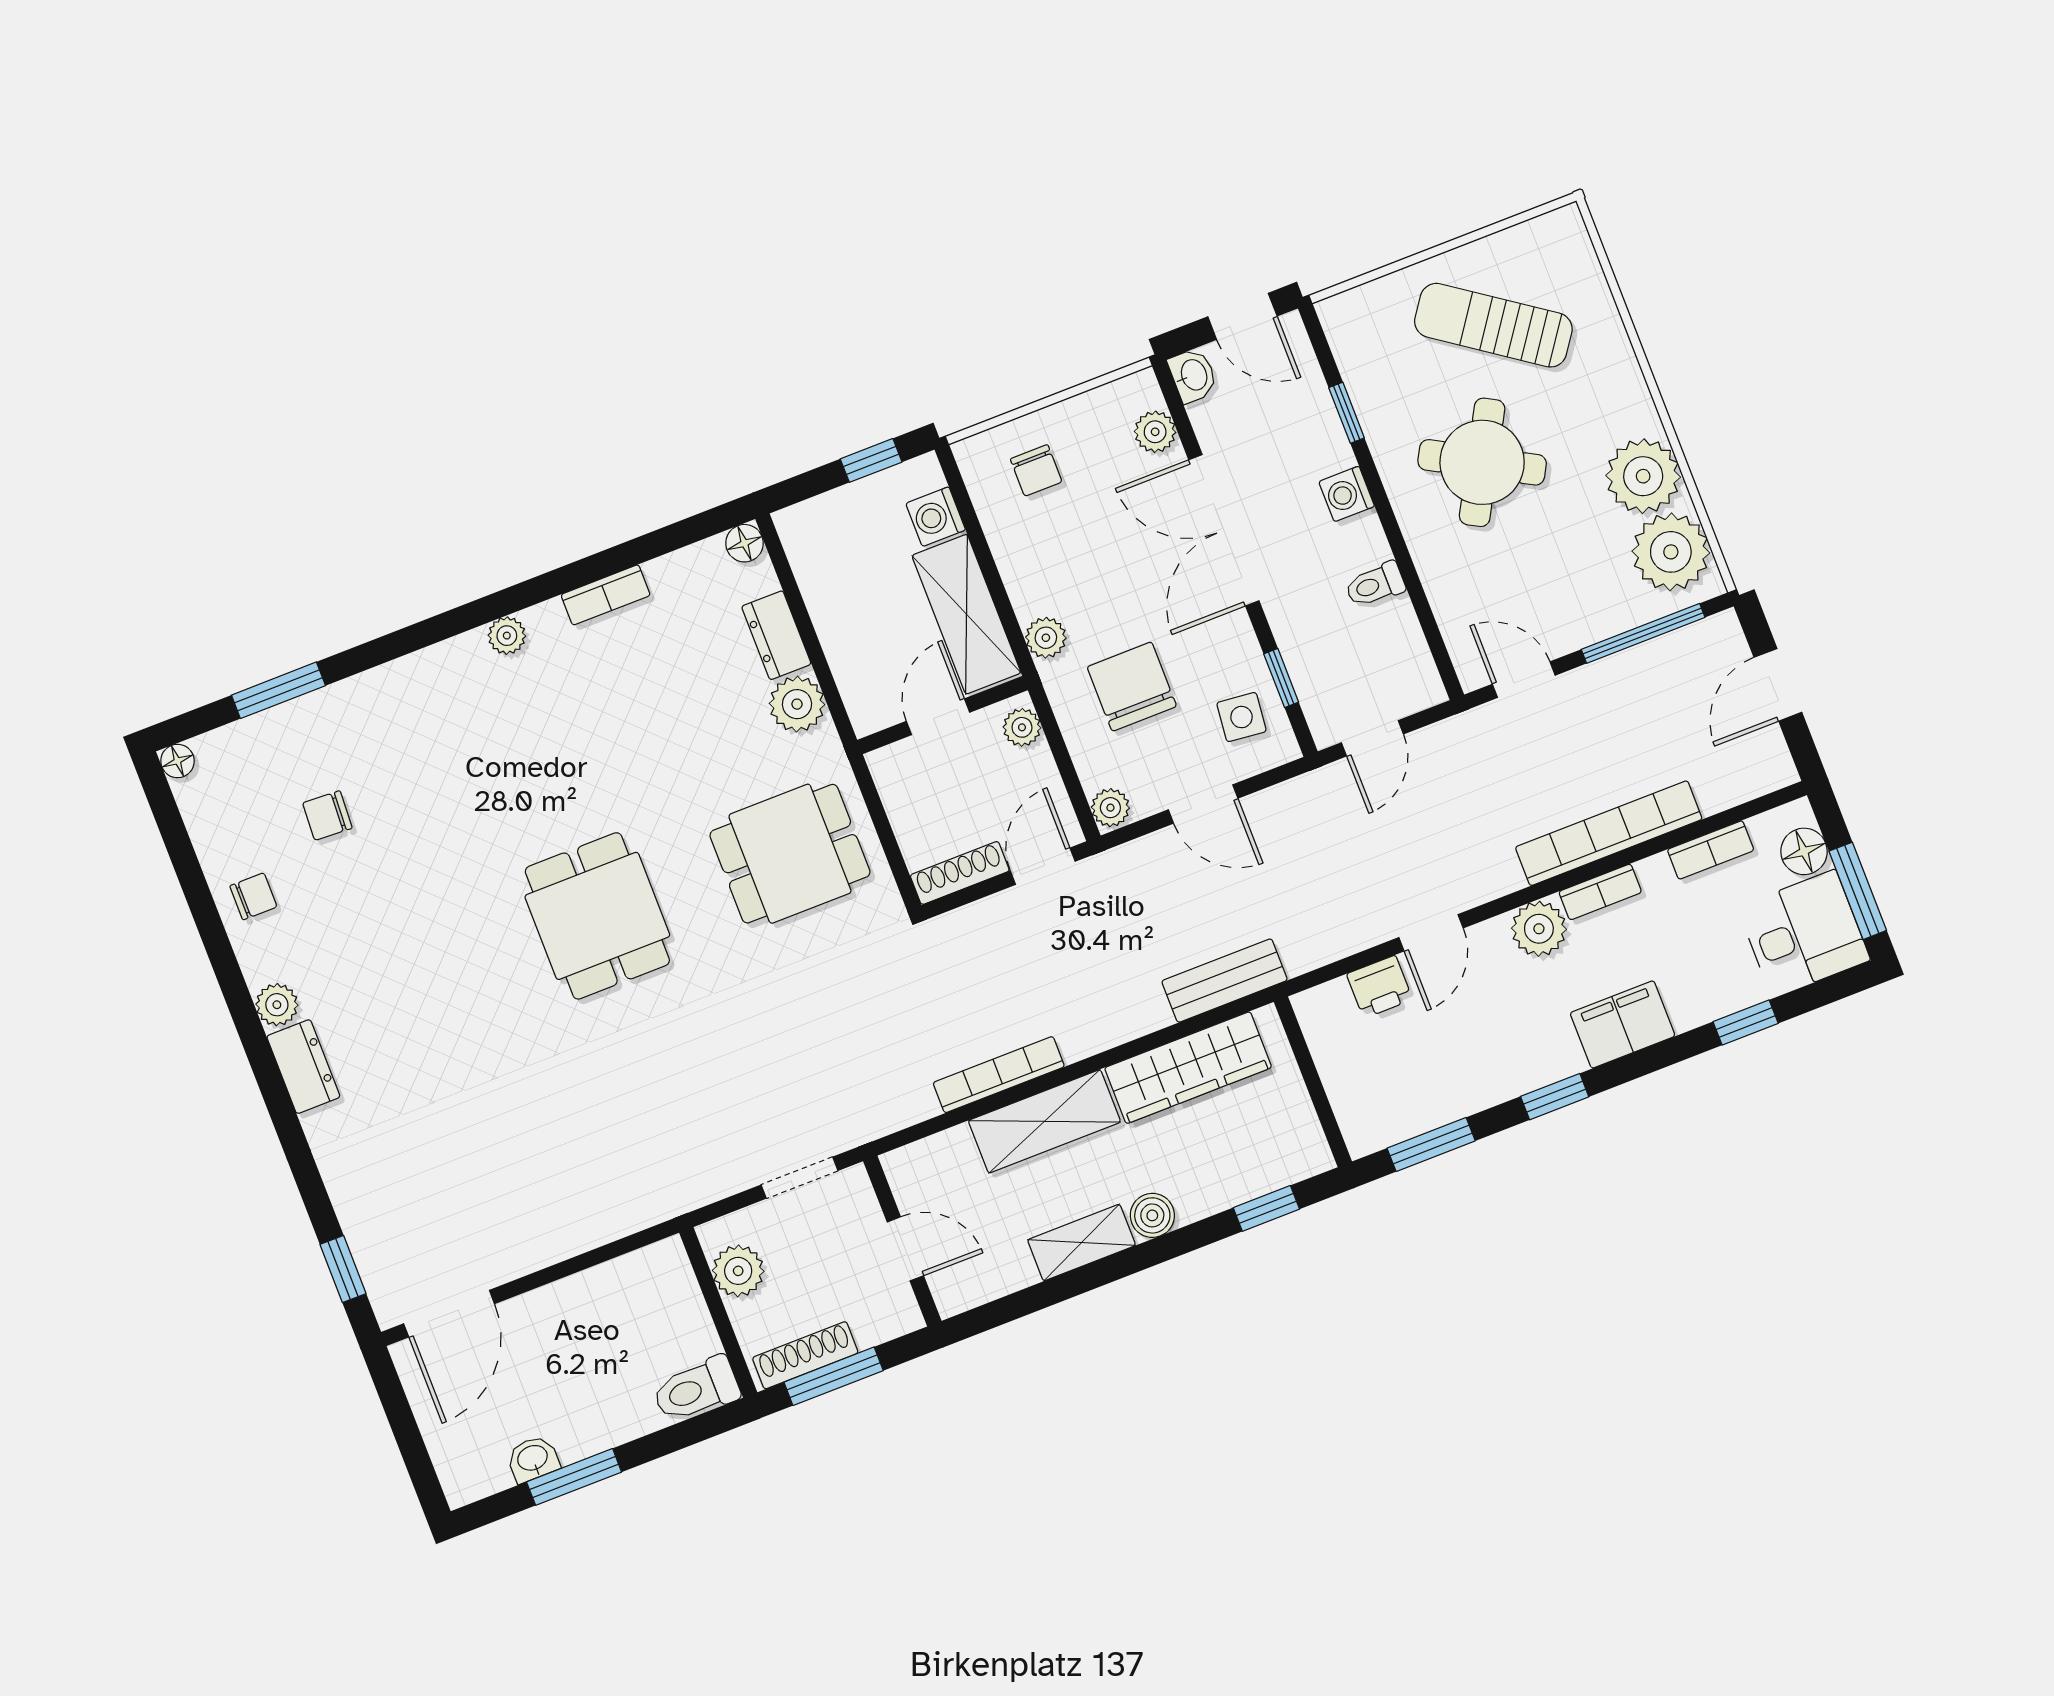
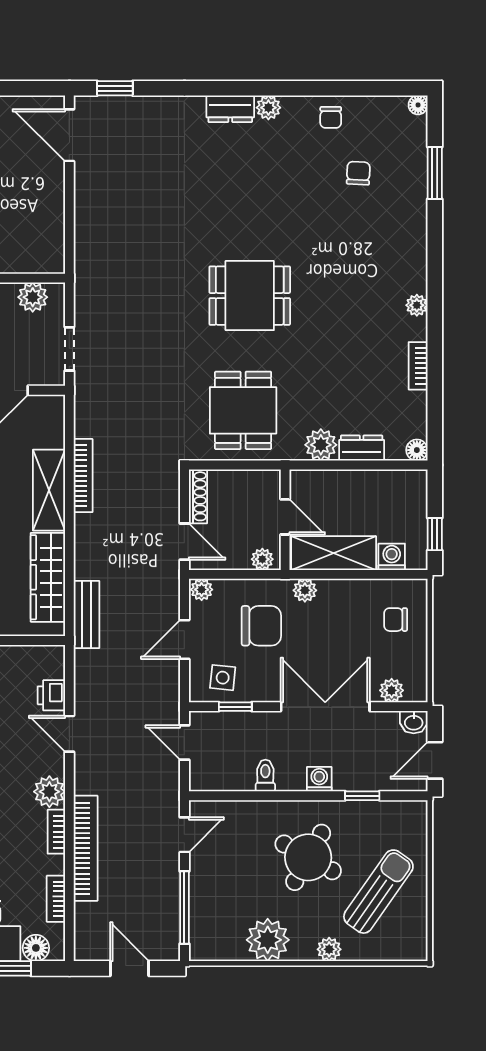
plant: (1671, 552) -> (329, 949), moved, width x0.53, depth x0.53

